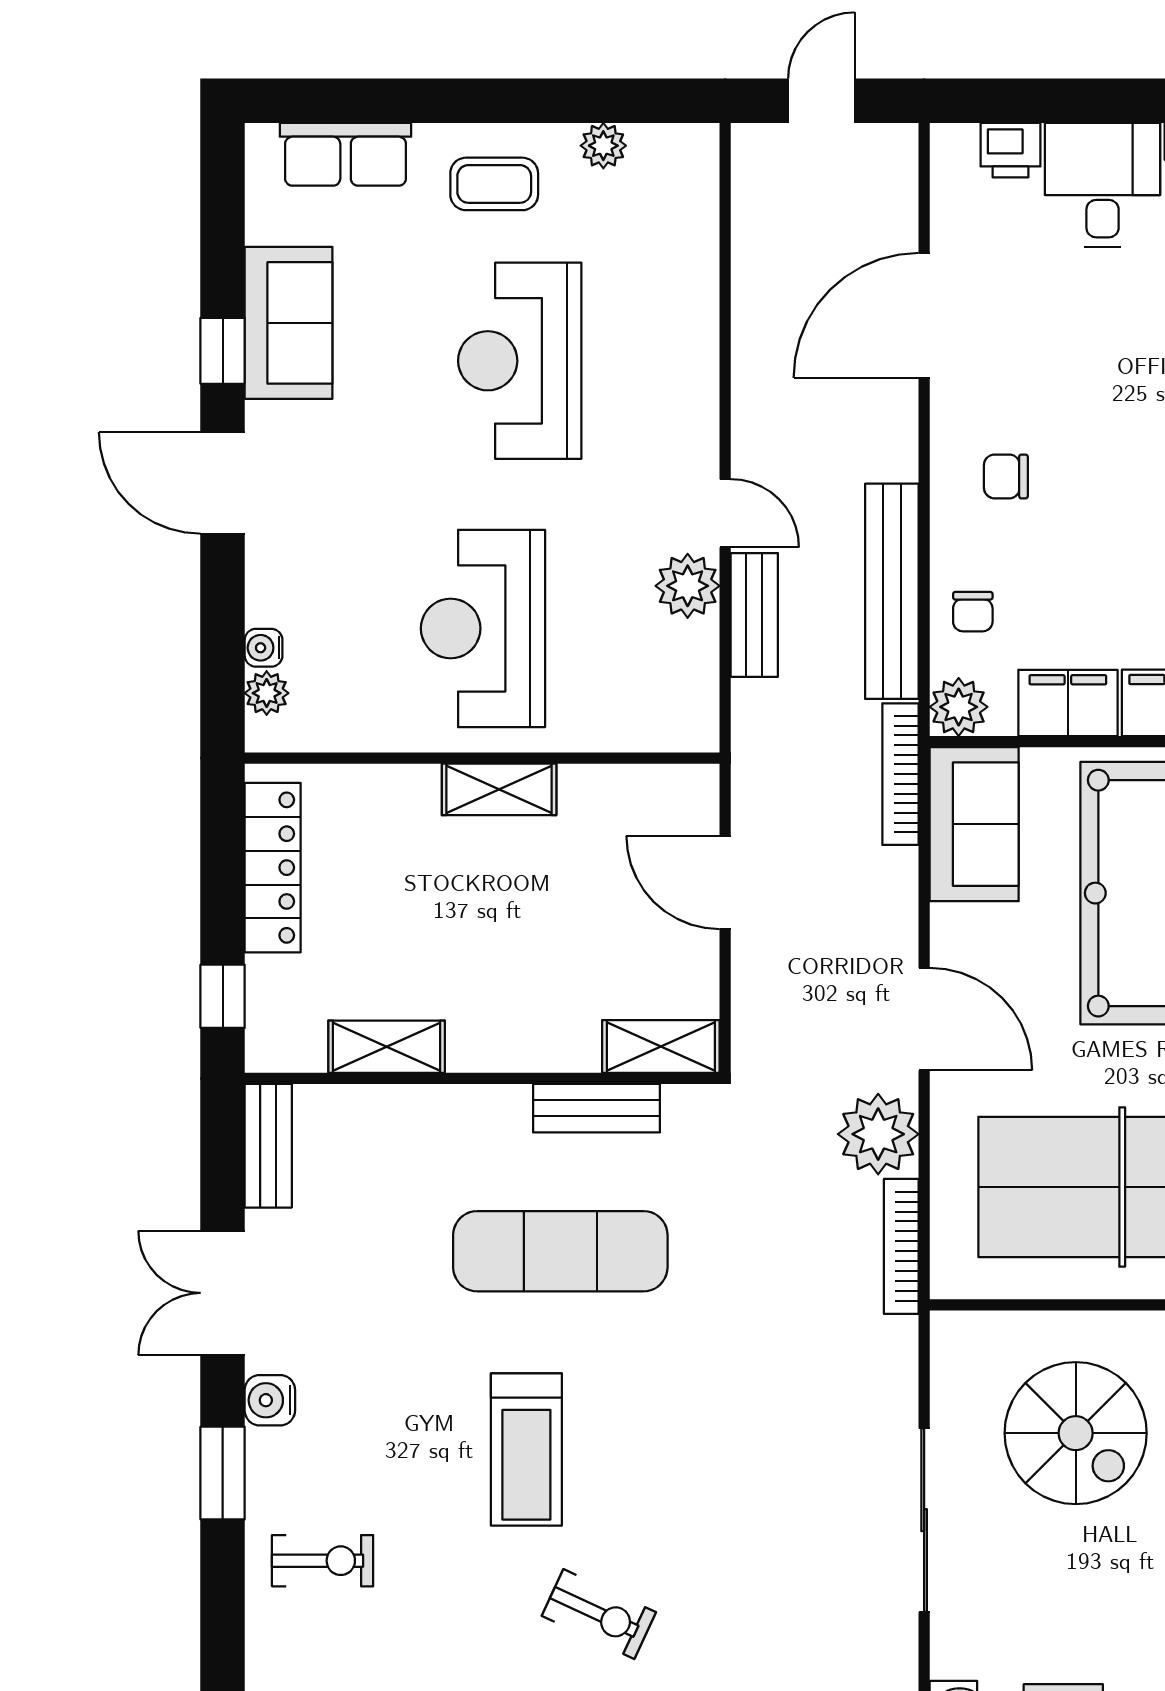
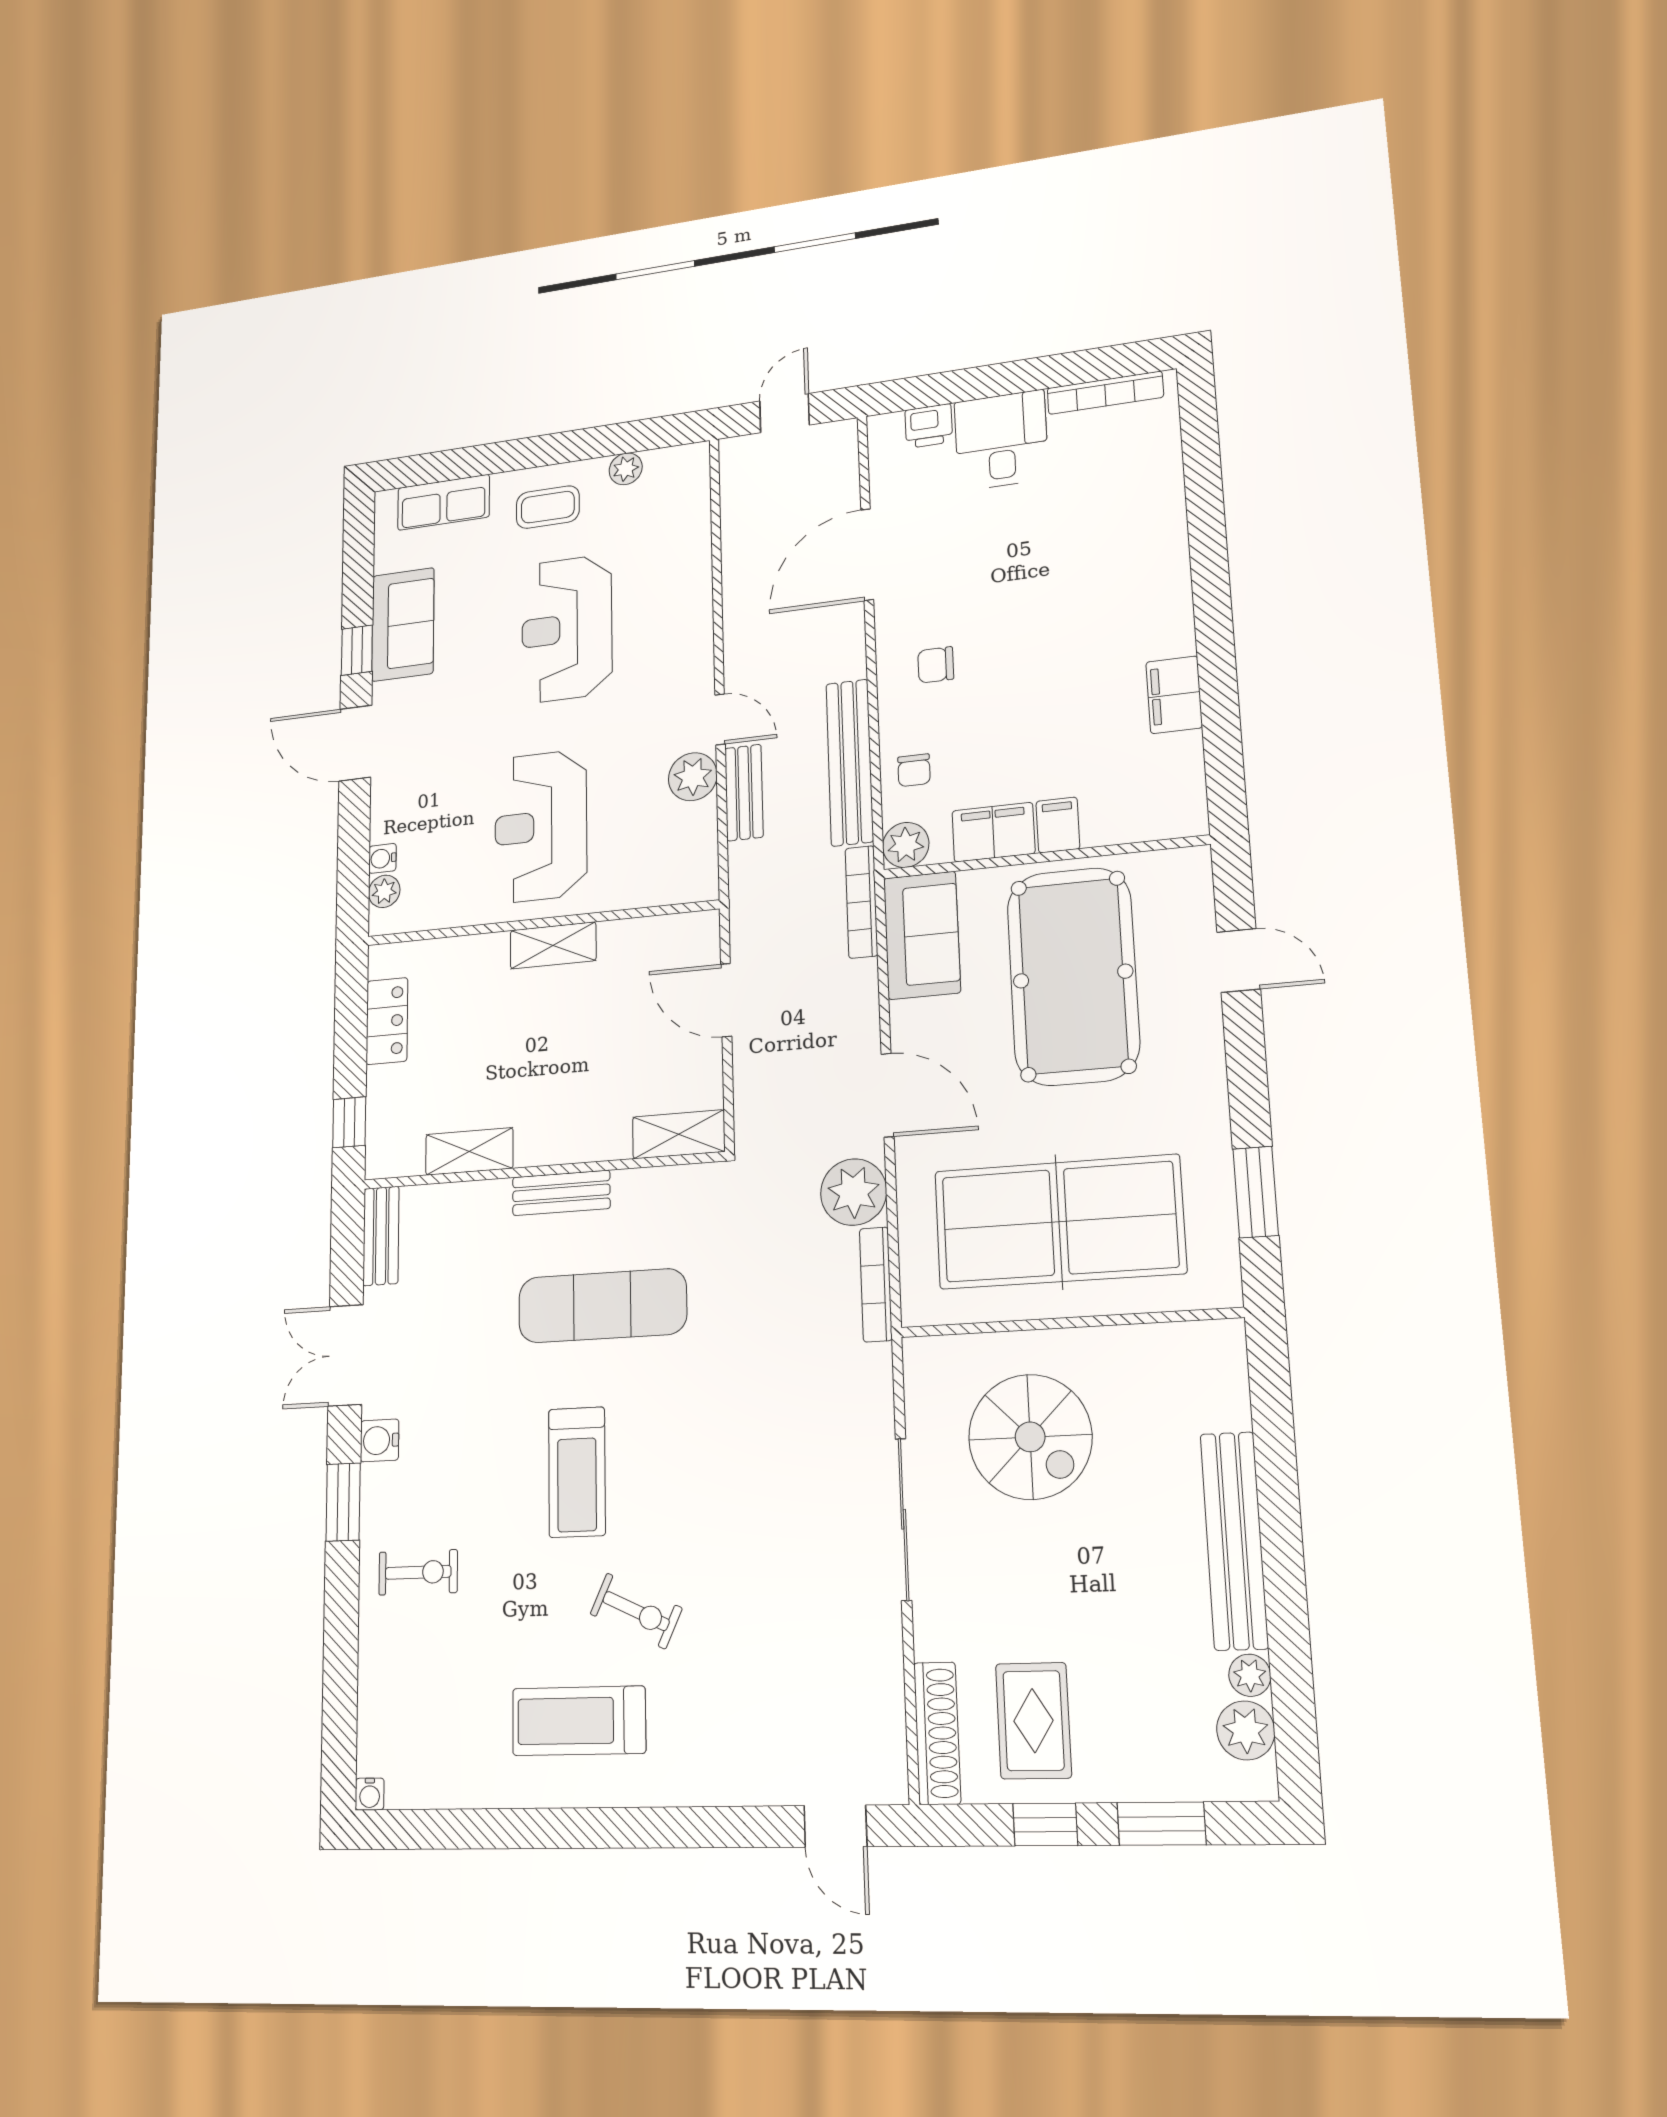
locker: (273, 868) -> (387, 1021), width x0.66
bench: (597, 1108) -> (561, 1193), moved

